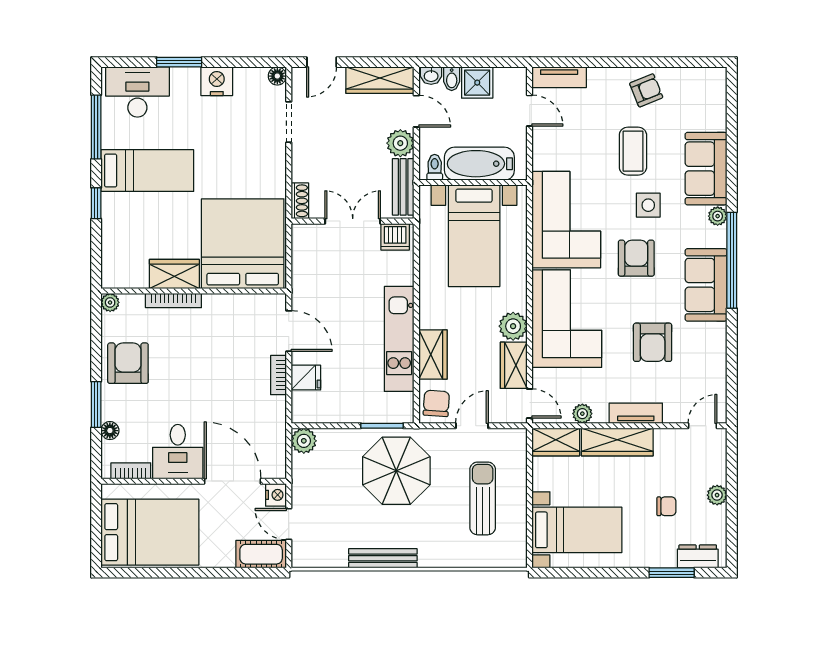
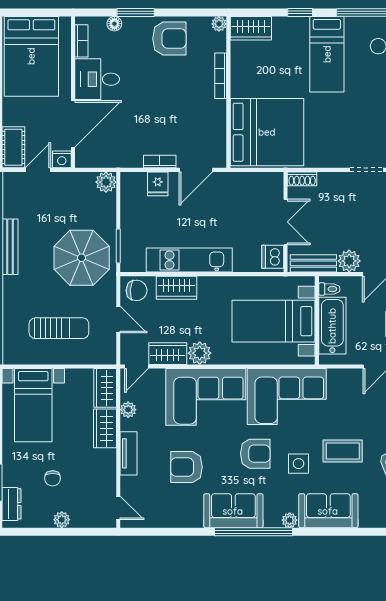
wardrobe: (174, 274) -> (251, 28), moved, turned 90
wardrobe: (617, 442) -> (105, 428), width x0.67

